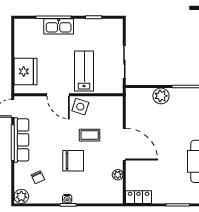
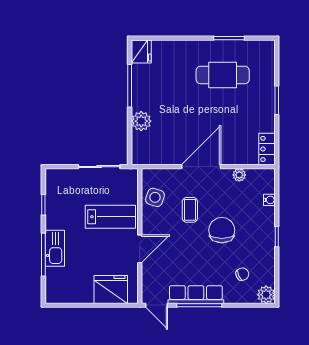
lab bench: (84, 71) -> (110, 217), turned 180
side table: (80, 107) -> (155, 197), moved
water cooler: (67, 199) -> (269, 200), moved

